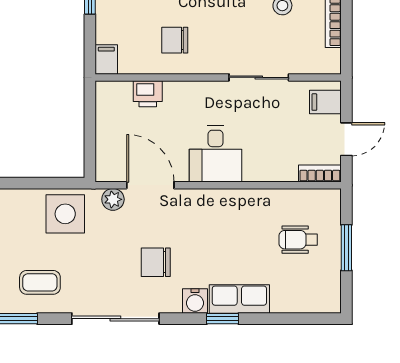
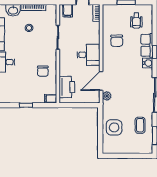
printer: (148, 94) -> (67, 87), width x1.87, depth x1.48
side table: (65, 214) -> (114, 127), moved
wheelchair: (298, 240) -> (136, 21), moved
chair: (156, 262) -> (117, 41), moved

